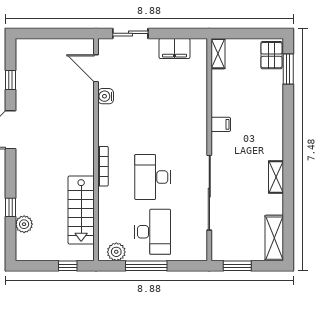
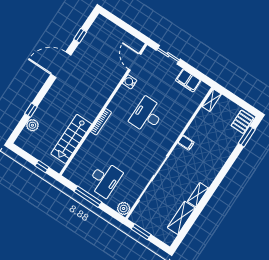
desk: (153, 177) -> (147, 115), moved
shelving: (274, 238) -> (181, 218), moved
plant: (116, 252) -> (124, 208), moved

